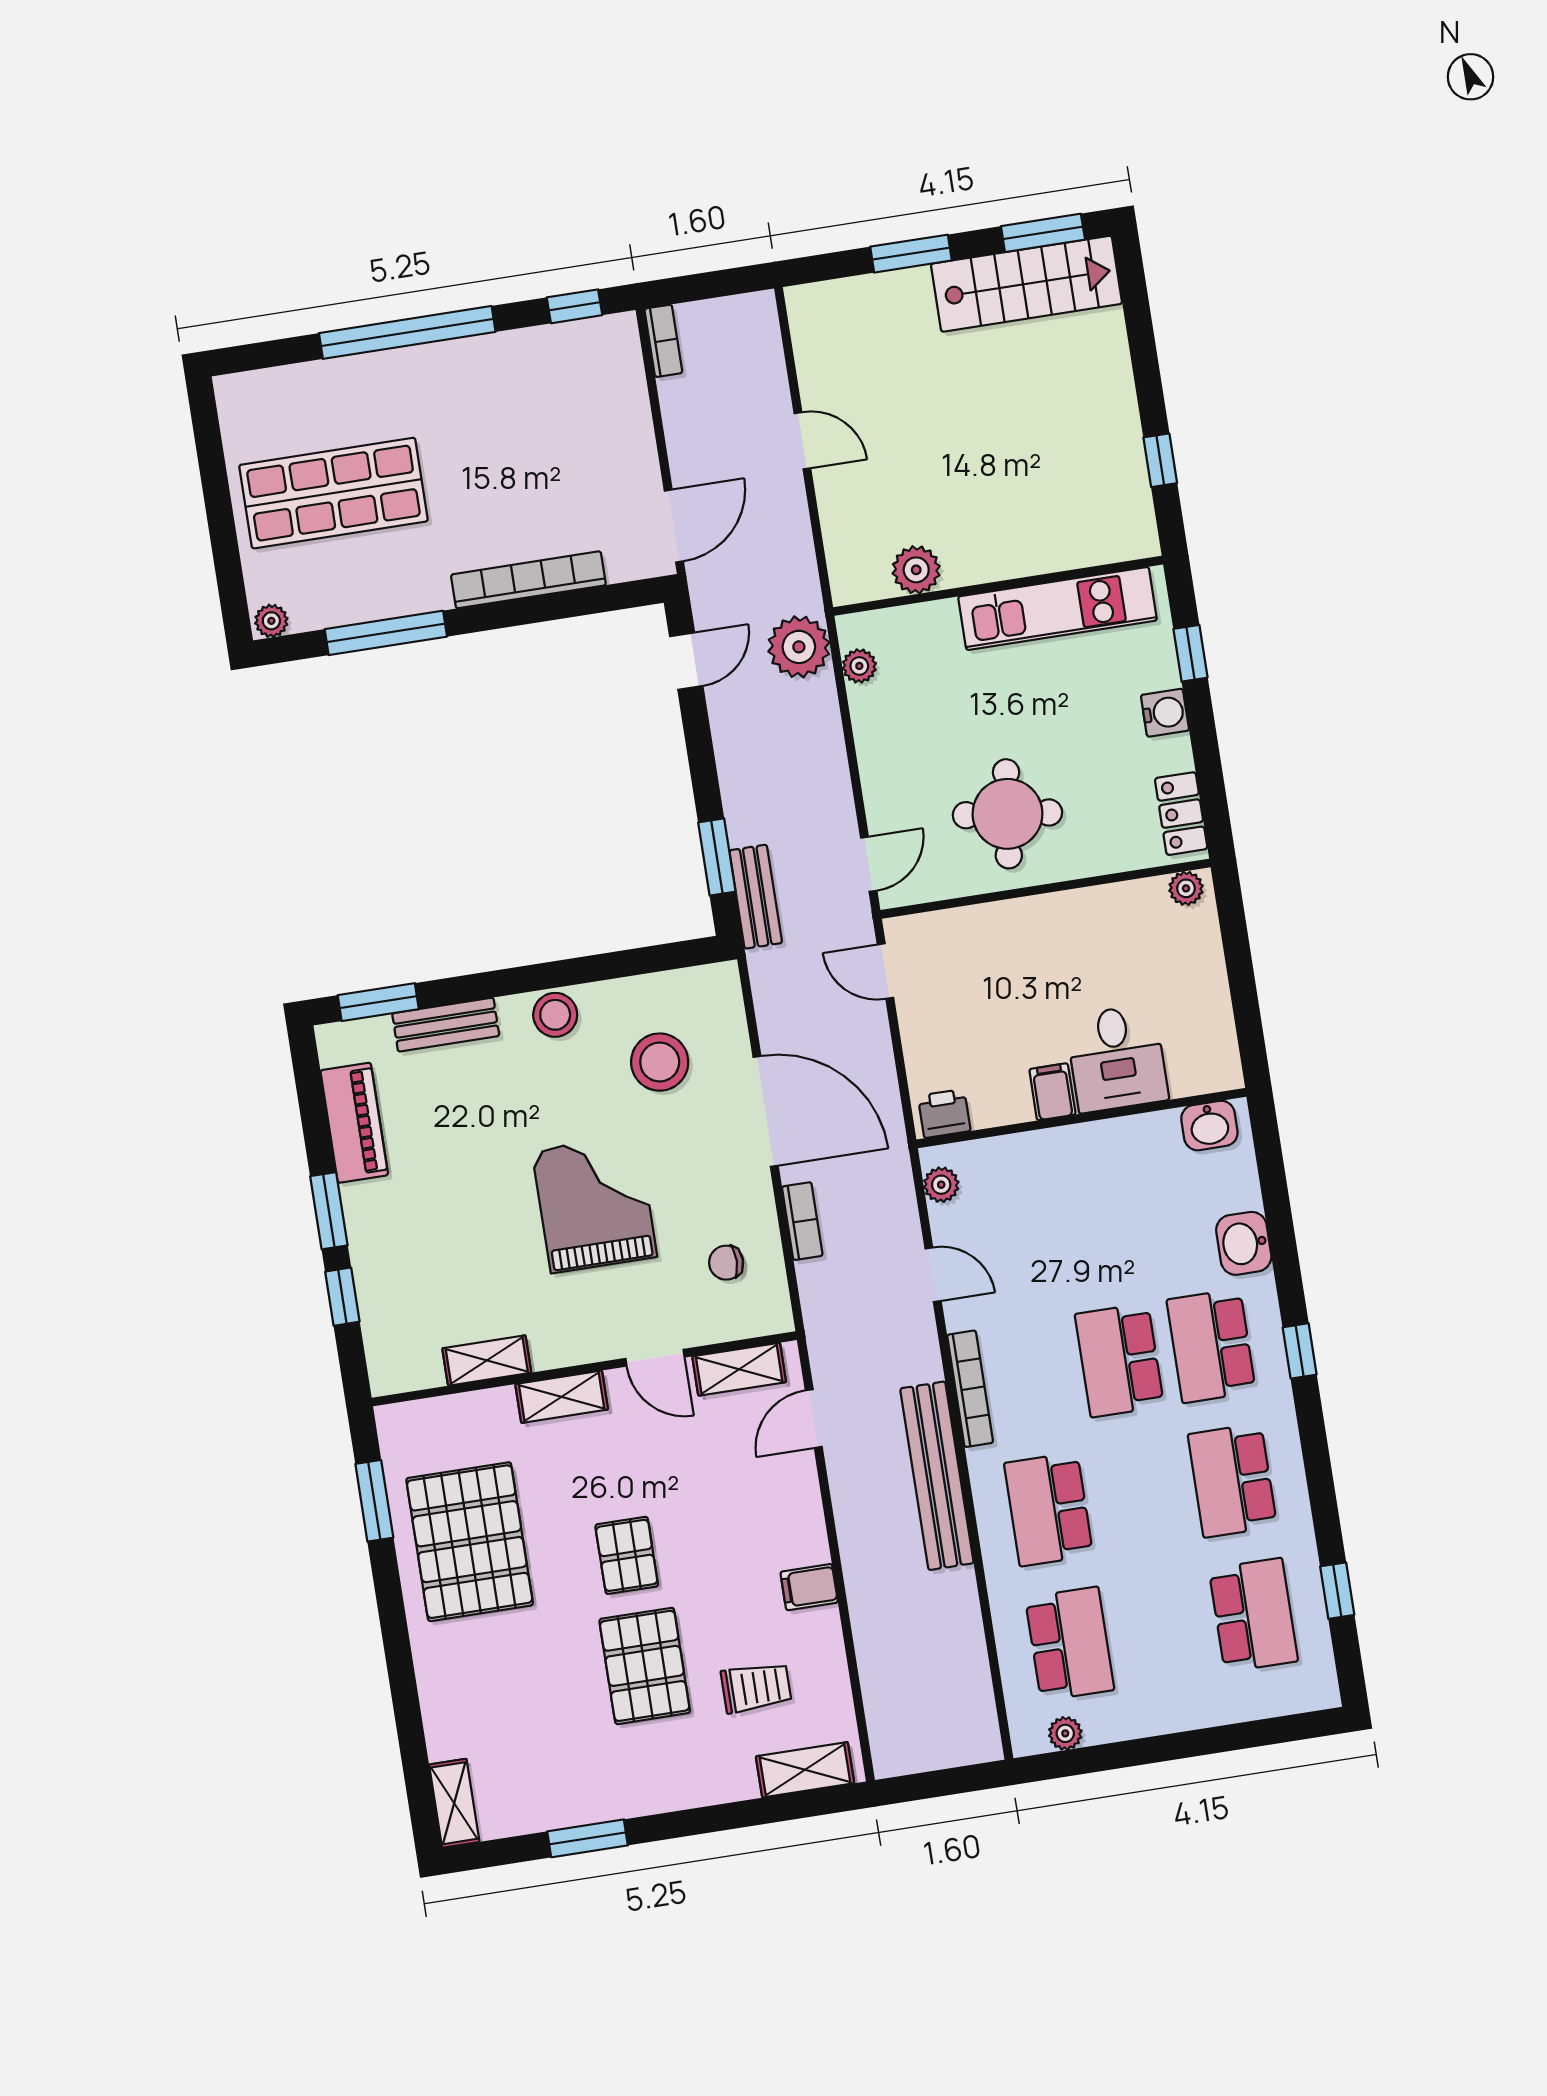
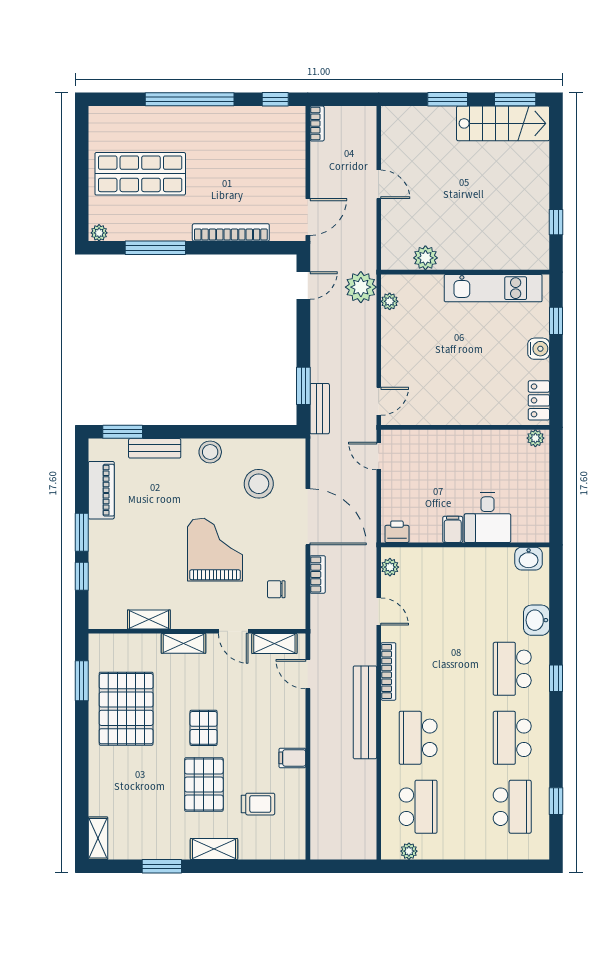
round table: (1007, 814) -> (452, 387), removed
school desk: (1119, 1360) -> (465, 669), removed
door: (814, 1419) -> (308, 674), hinge flipped
shelving: (805, 1770) -> (214, 849), moved

